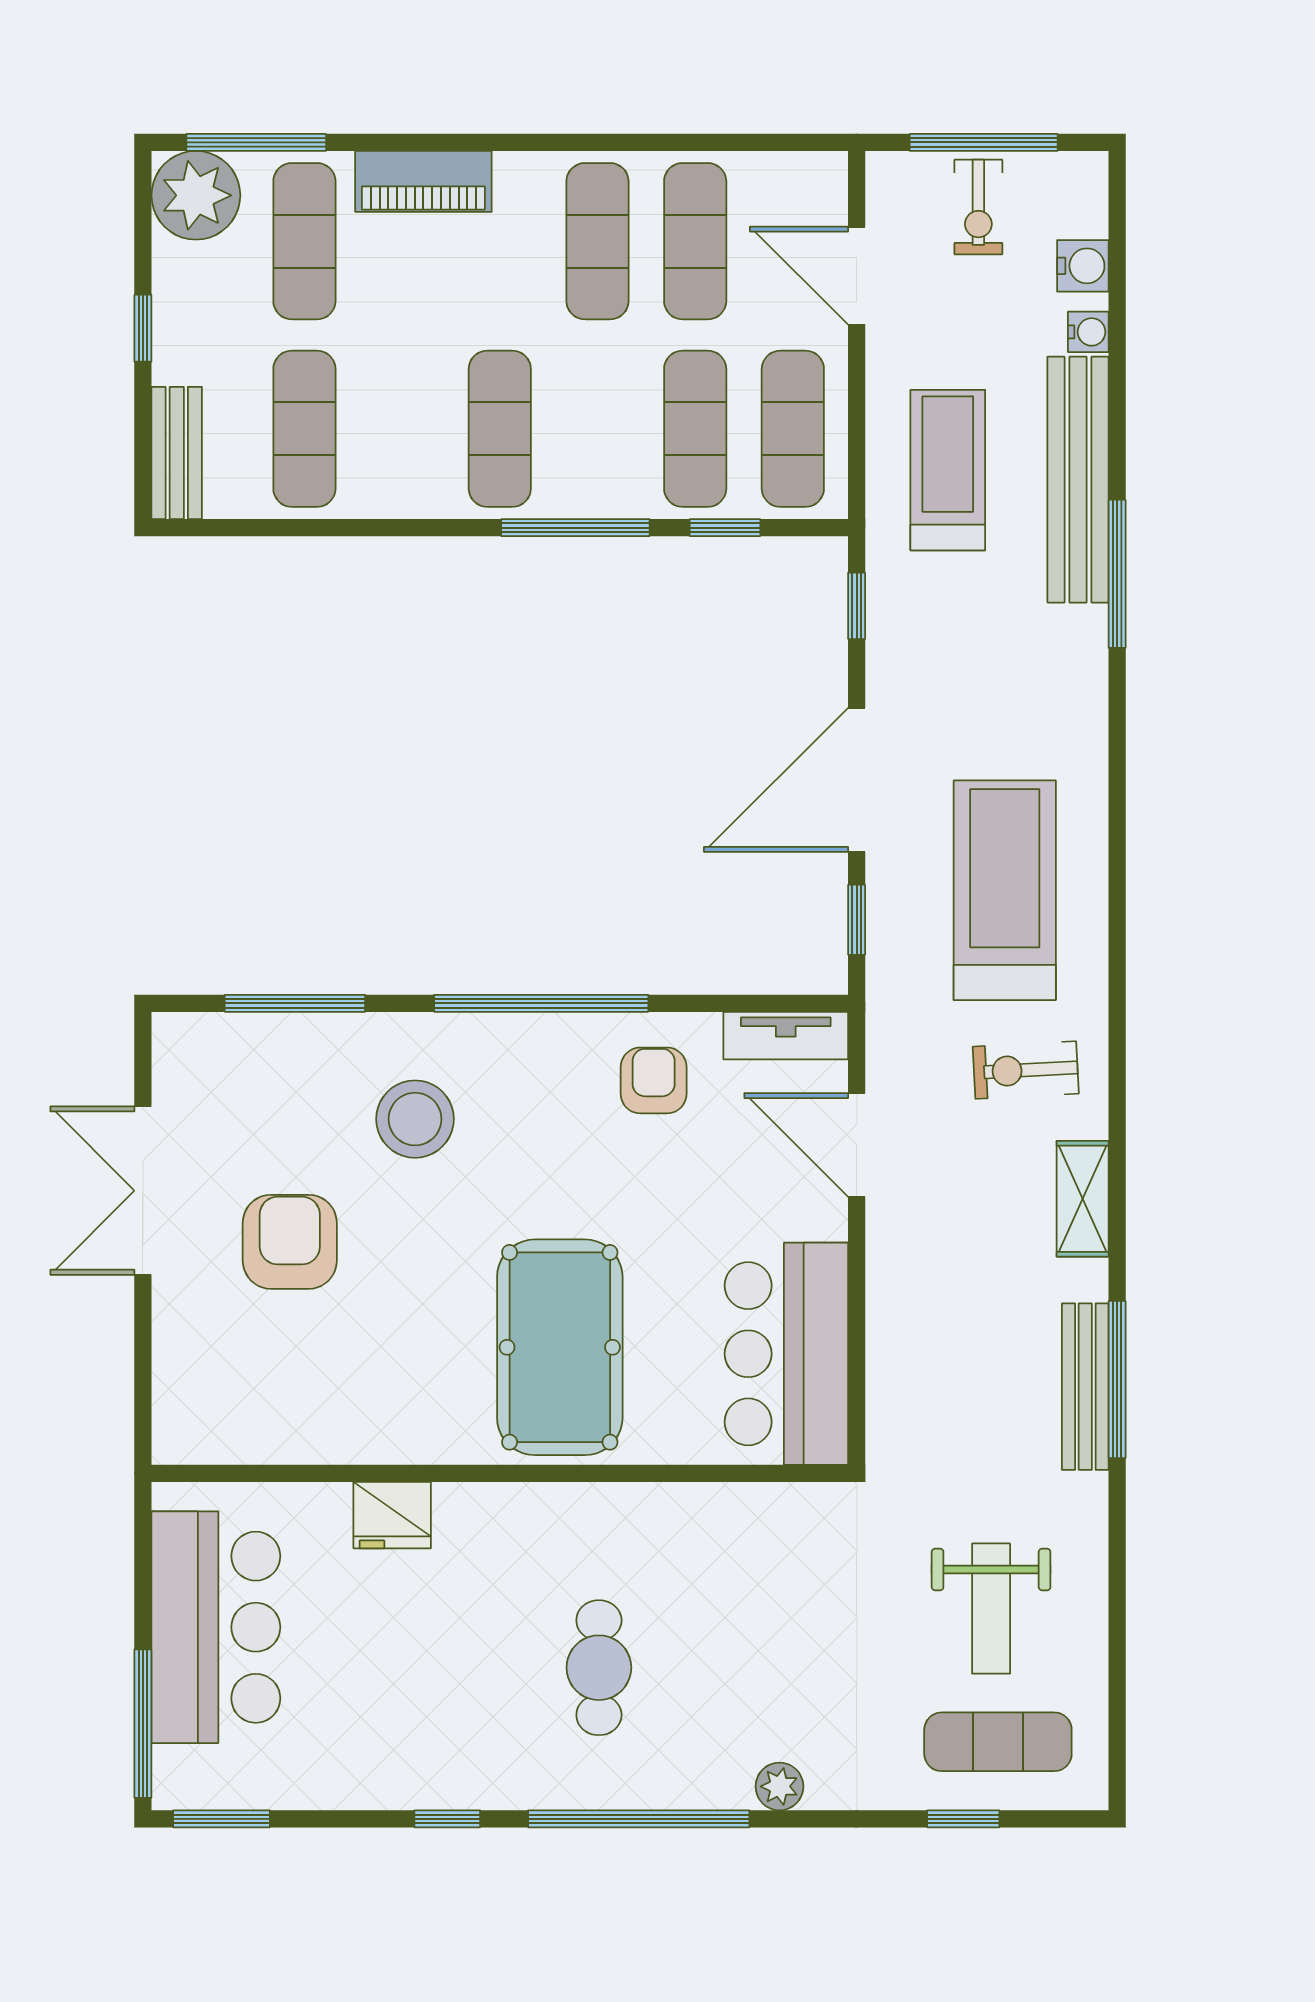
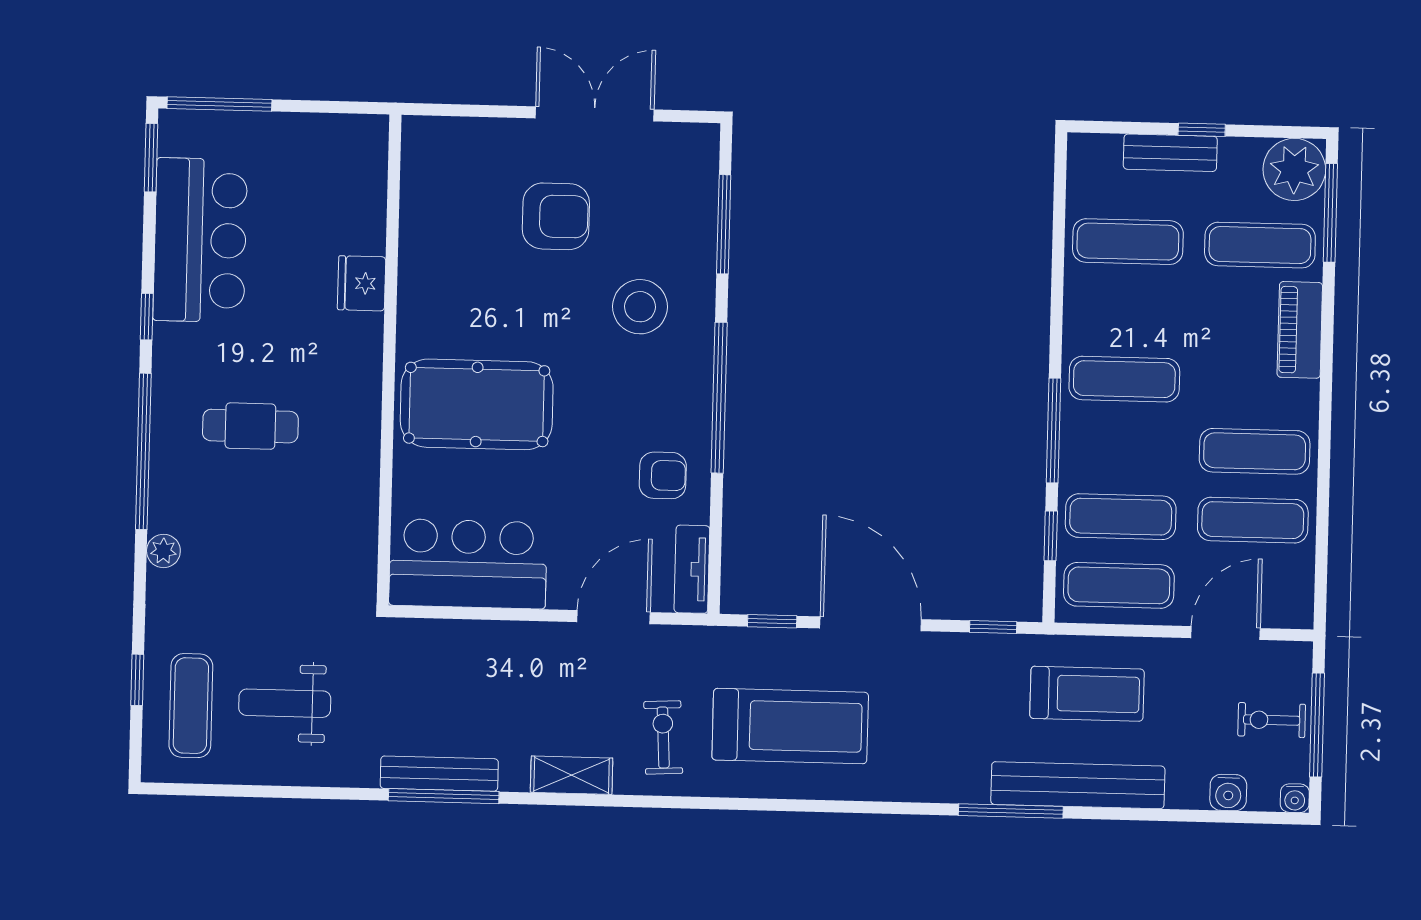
water cooler: (1088, 332) -> (1295, 798), moved
bench: (177, 453) -> (1170, 153), moved
bar counter: (216, 1627) -> (200, 240), moved, turned -90

